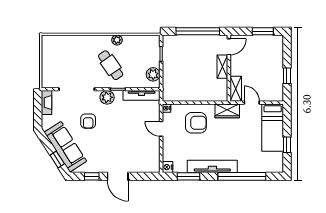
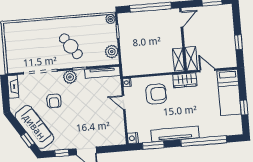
plant: (117, 40) -> (111, 19), moved
shelving: (222, 67) -> (178, 60), moved

